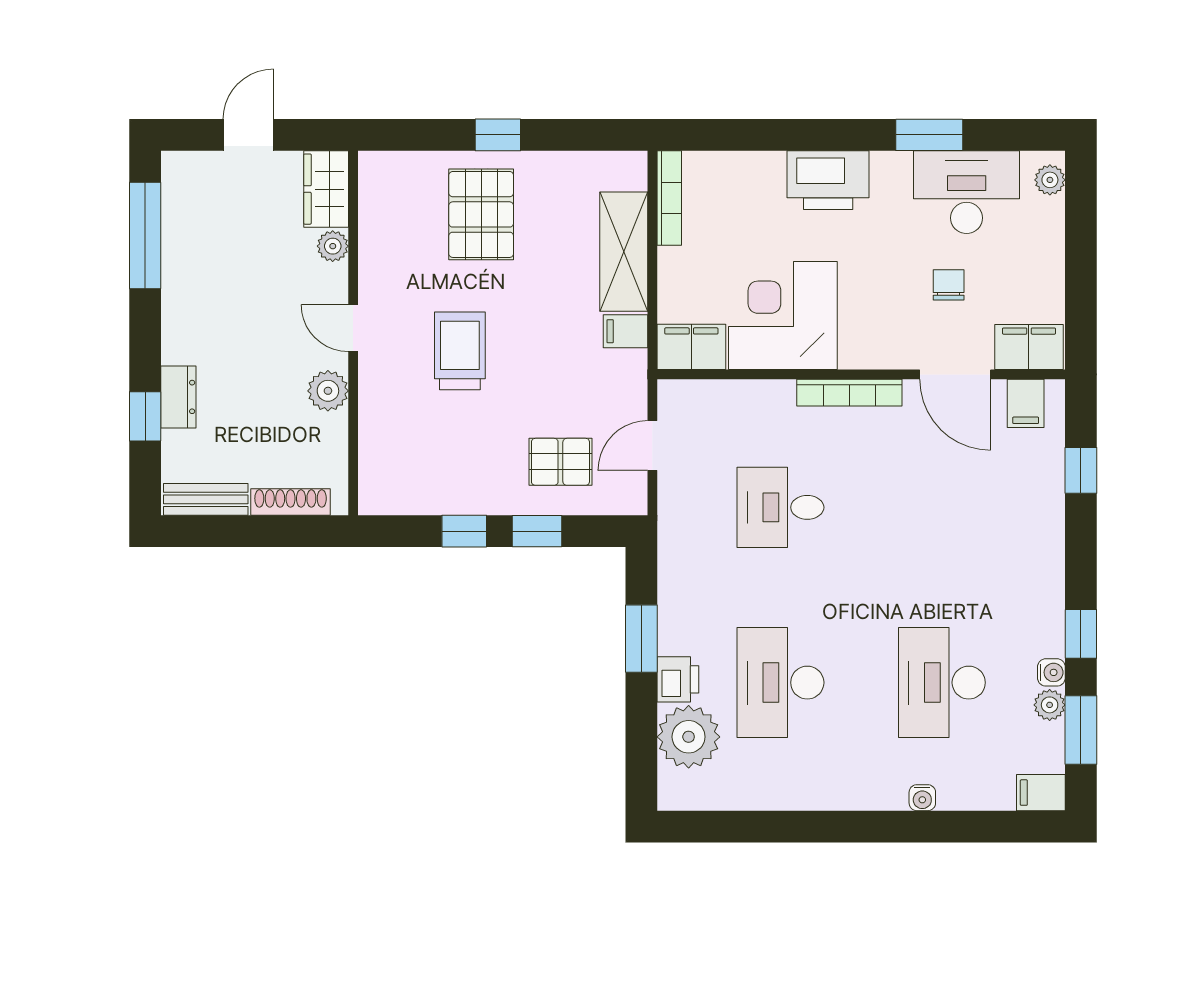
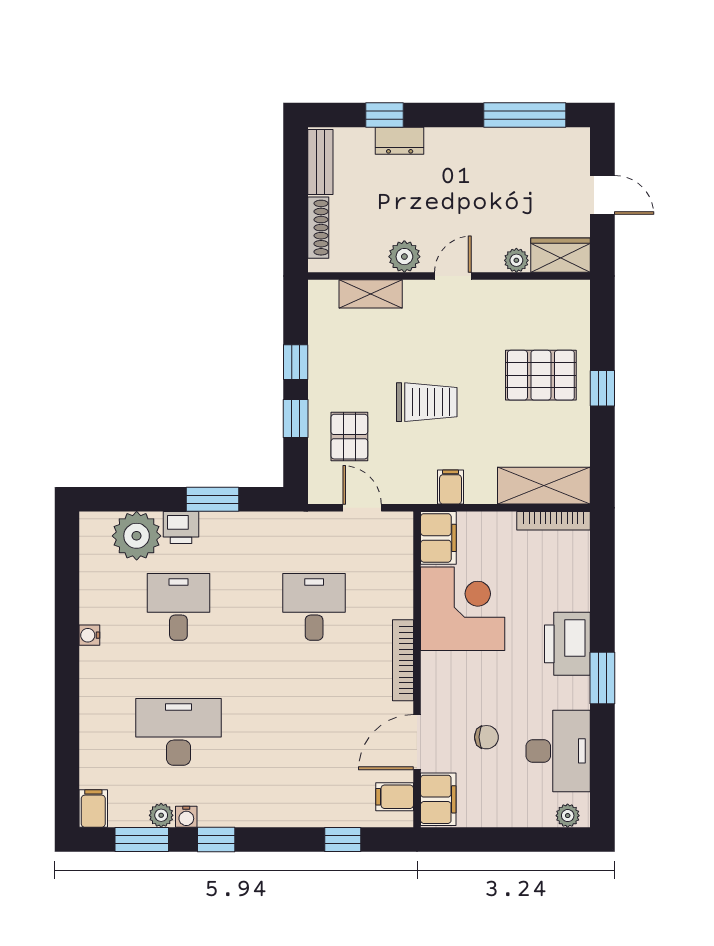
window: (929, 135) -> (602, 678), moved
shelving: (624, 252) -> (544, 486), moved
trolley: (460, 351) -> (427, 402), moved
shelving: (376, 434) -> (371, 294), added
desk: (780, 683) -> (178, 607), width x0.73
water cooler: (922, 798) -> (89, 635), moved

